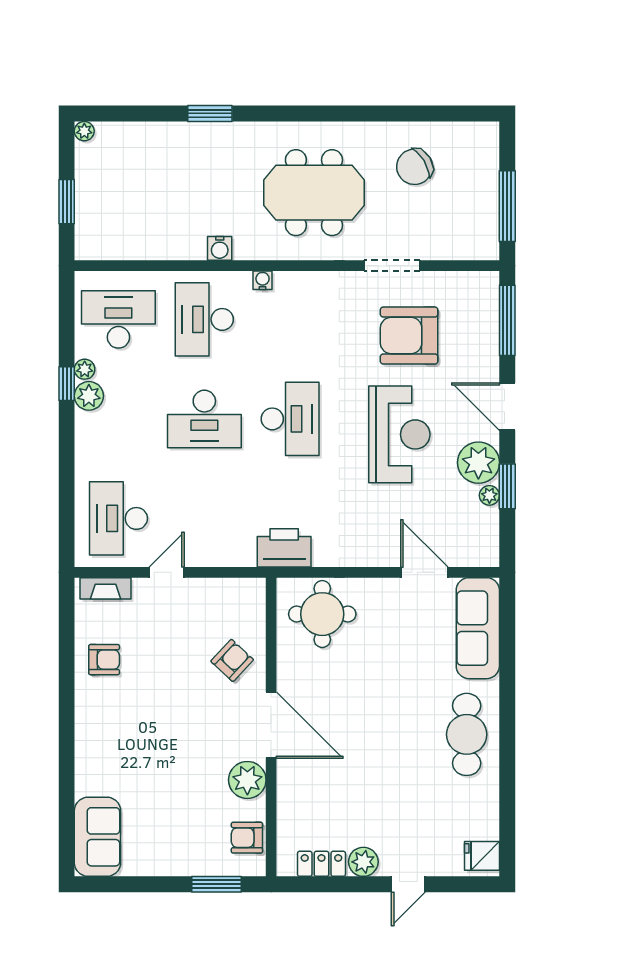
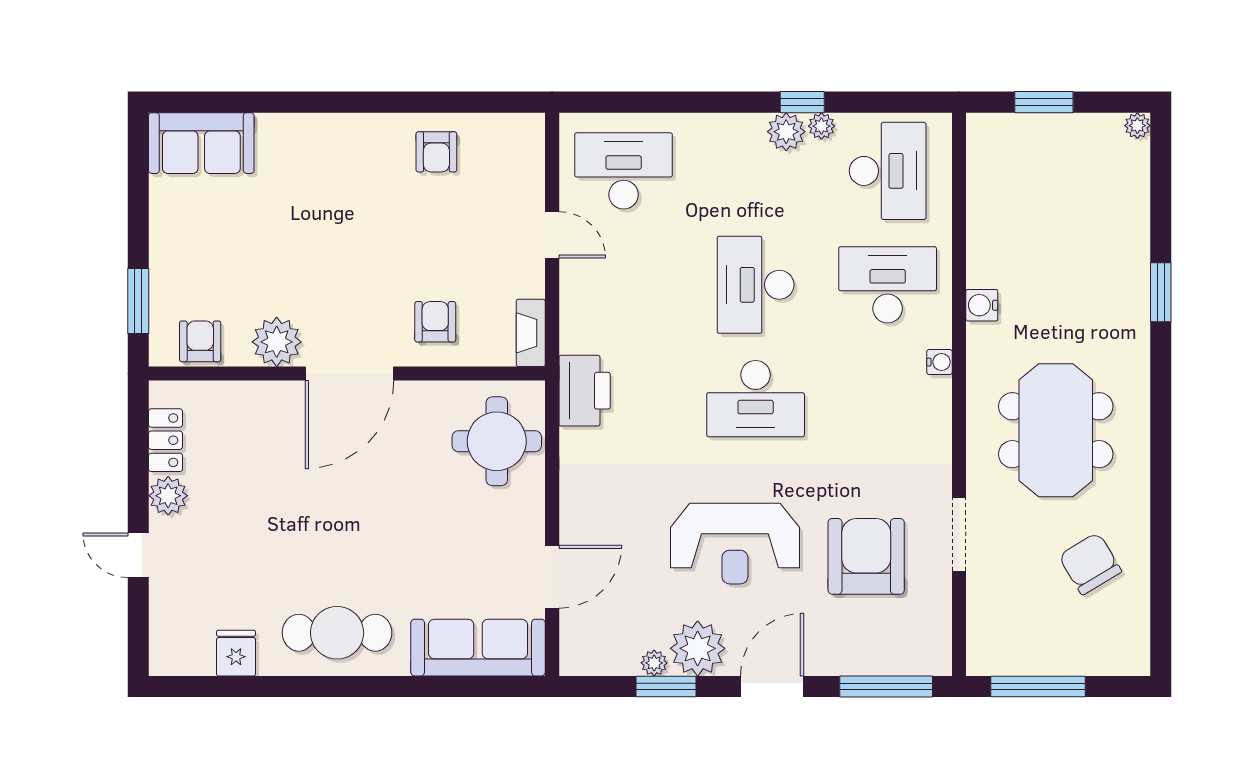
fireplace: (105, 588) -> (531, 333), moved
armchair: (232, 660) -> (435, 322), turned -133
fridge: (482, 856) -> (236, 653), moved

